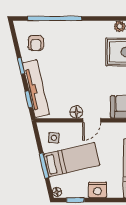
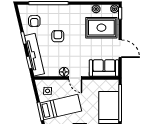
armchair: (68, 63) -> (58, 36), added
door: (92, 120) -> (75, 78), hinge flipped

